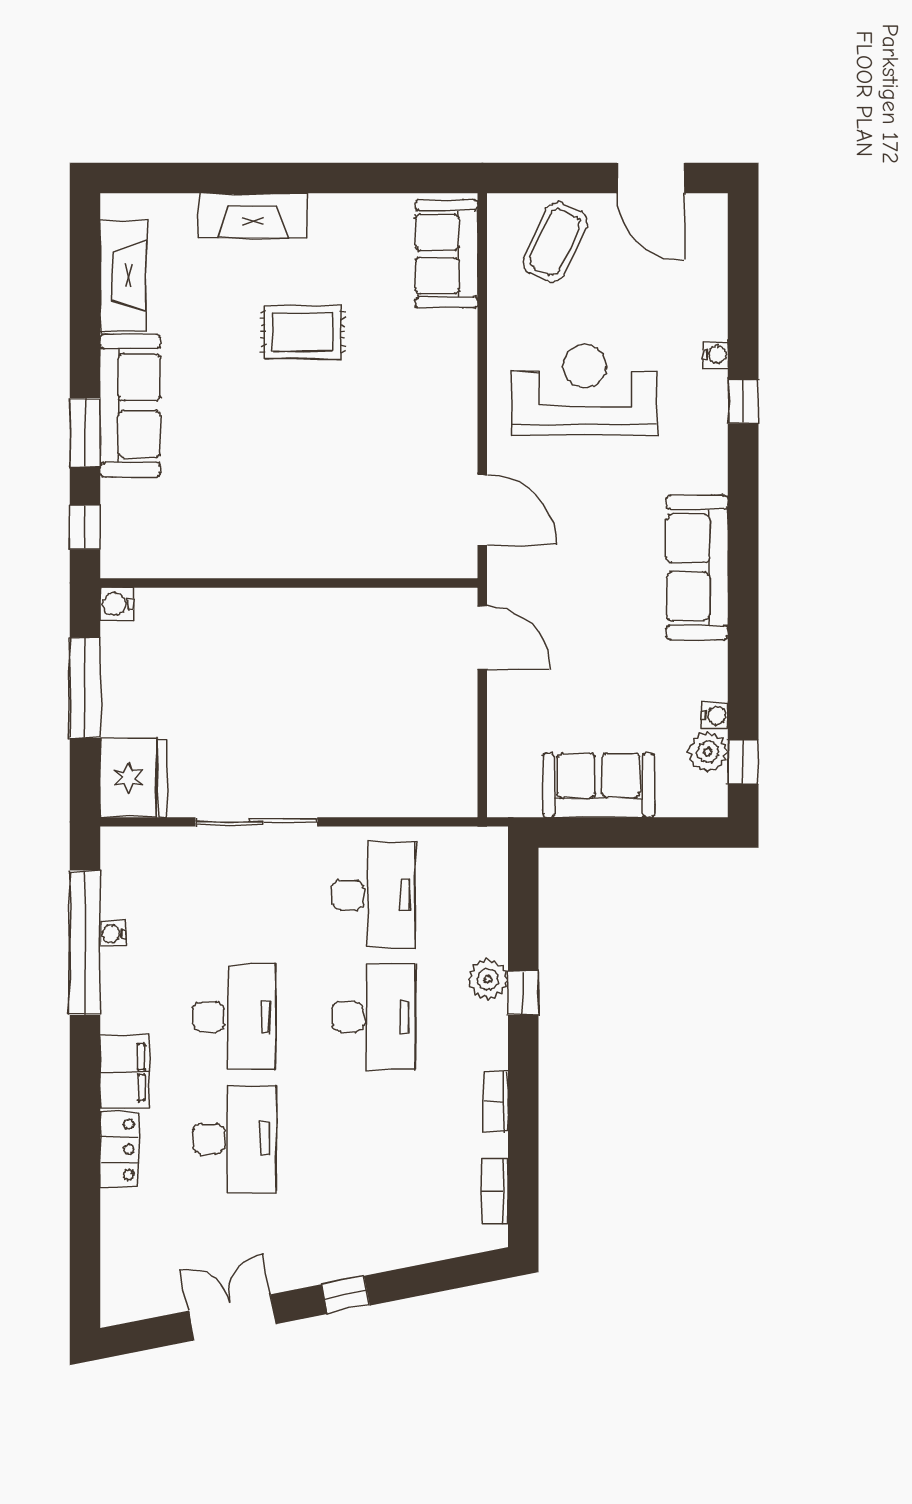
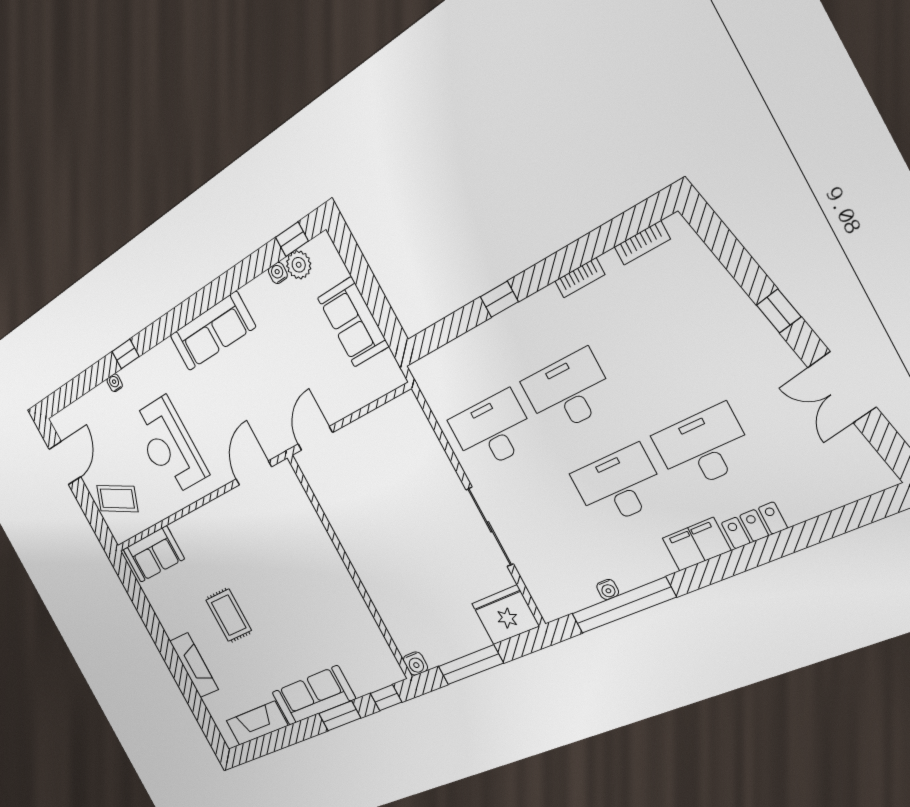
plant: (488, 979) -> (504, 328), removed

